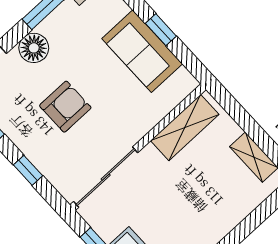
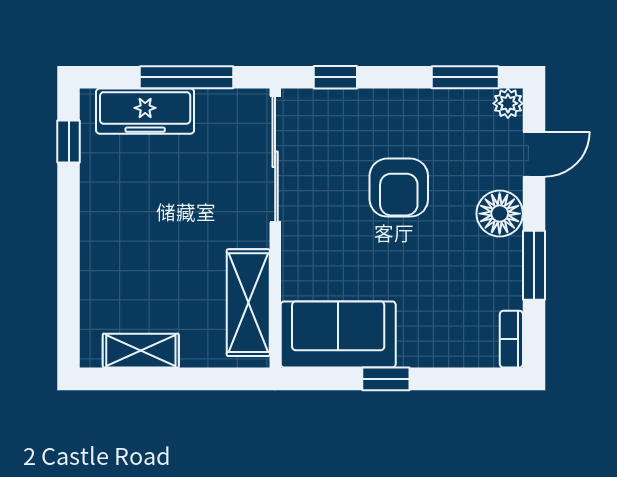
sofa: (142, 51) -> (338, 334), moved
window: (28, 170) -> (335, 77), moved

